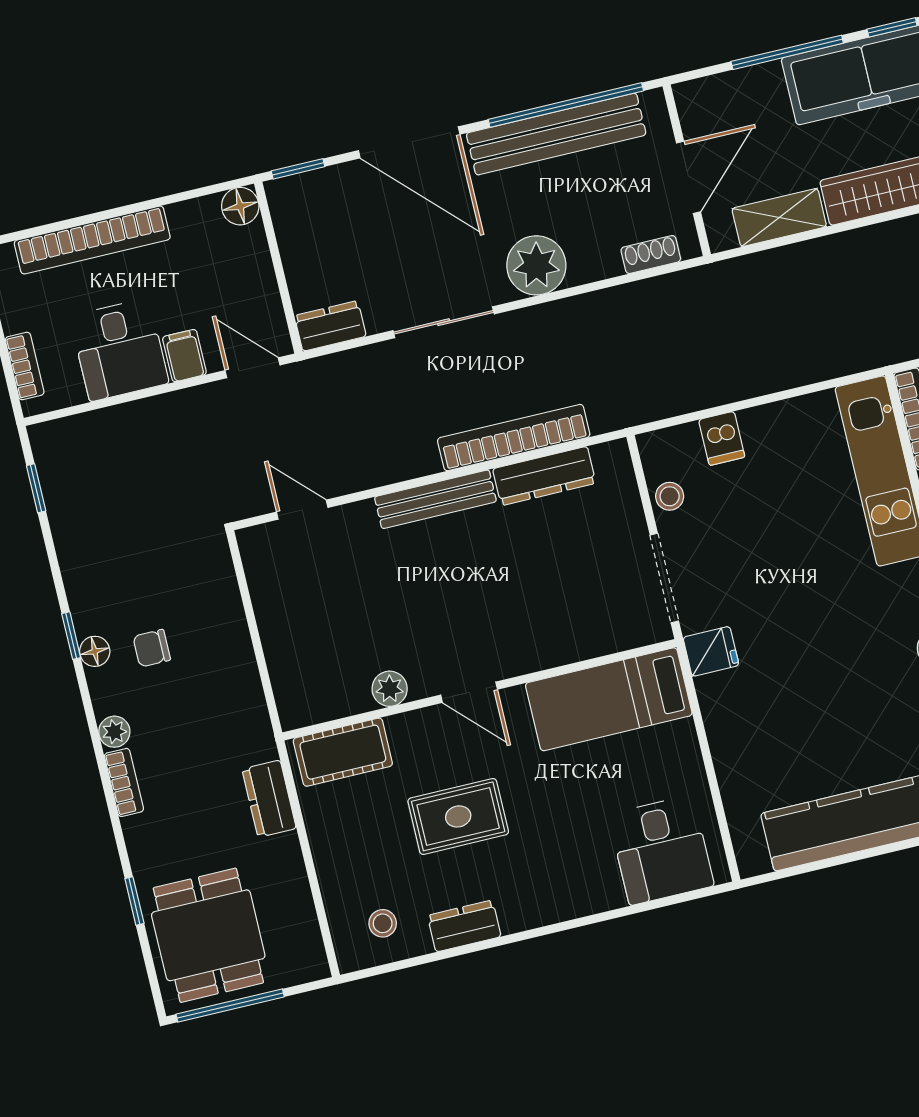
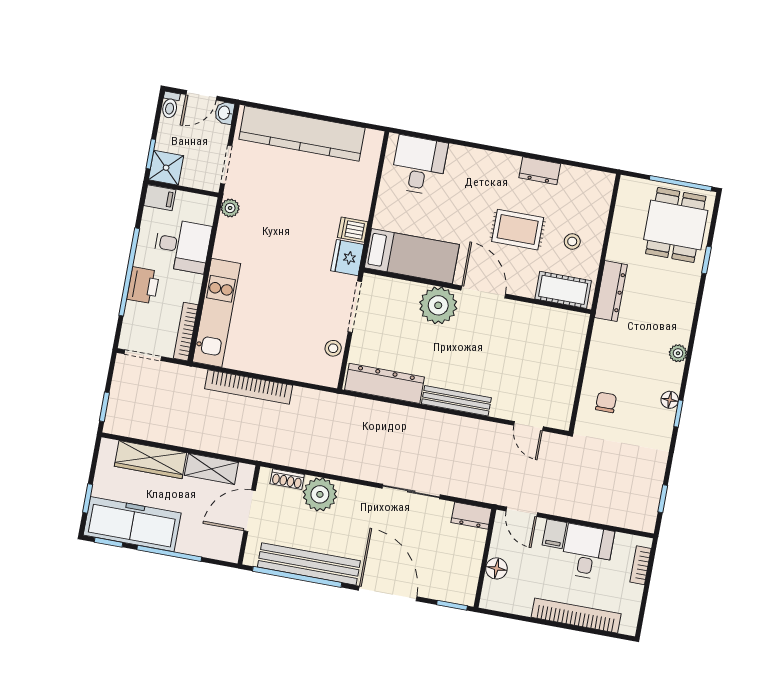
floor lamp: (240, 206) -> (496, 568), moved
plant: (536, 265) -> (320, 494), moved
bookcase: (514, 438) -> (249, 387), moved
dishwasher: (722, 438) -> (353, 230), moved, turned -90
dresser: (544, 476) -> (384, 383), width x1.37, depth x1.24
chair: (152, 648) -> (606, 402), moved, turned -90
fridge: (711, 651) -> (347, 258), width x1.38
plant: (390, 689) -> (438, 305), moved, width x1.88, depth x1.88
door: (469, 692) -> (483, 292), width x1.37
bookcase: (124, 782) -> (685, 324), removed
dresser: (269, 799) -> (611, 291), width x1.44
stool: (383, 923) -> (572, 241), moved

